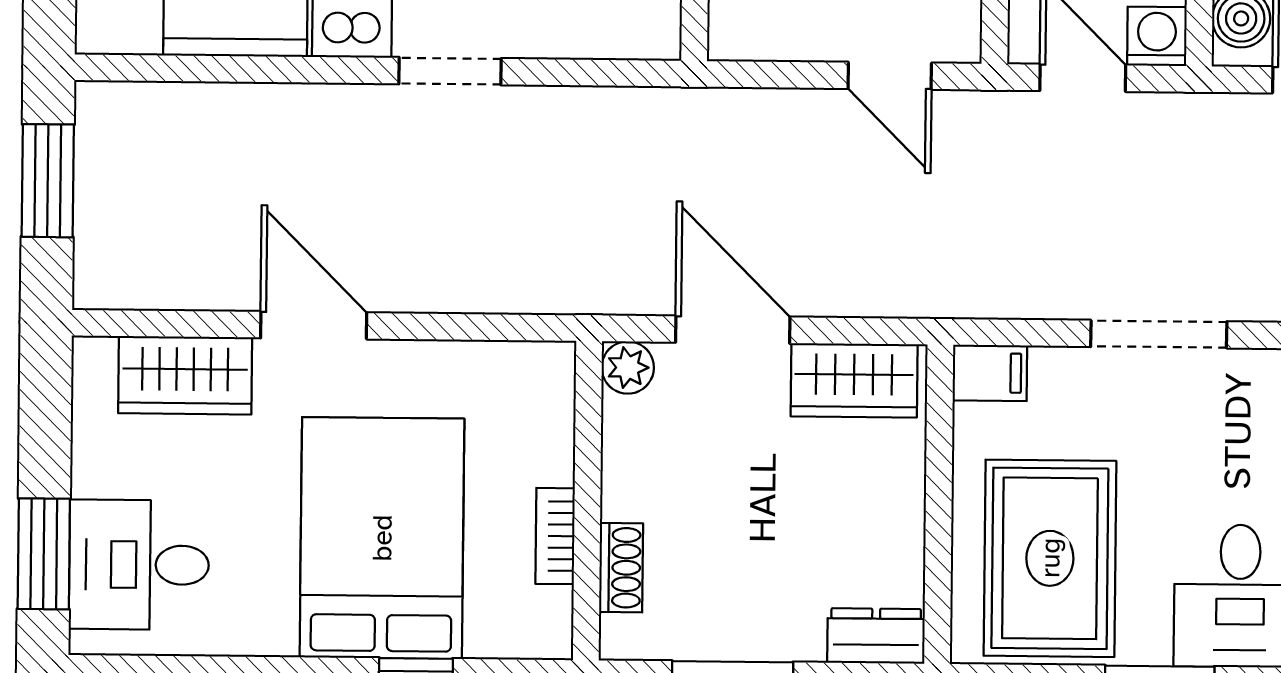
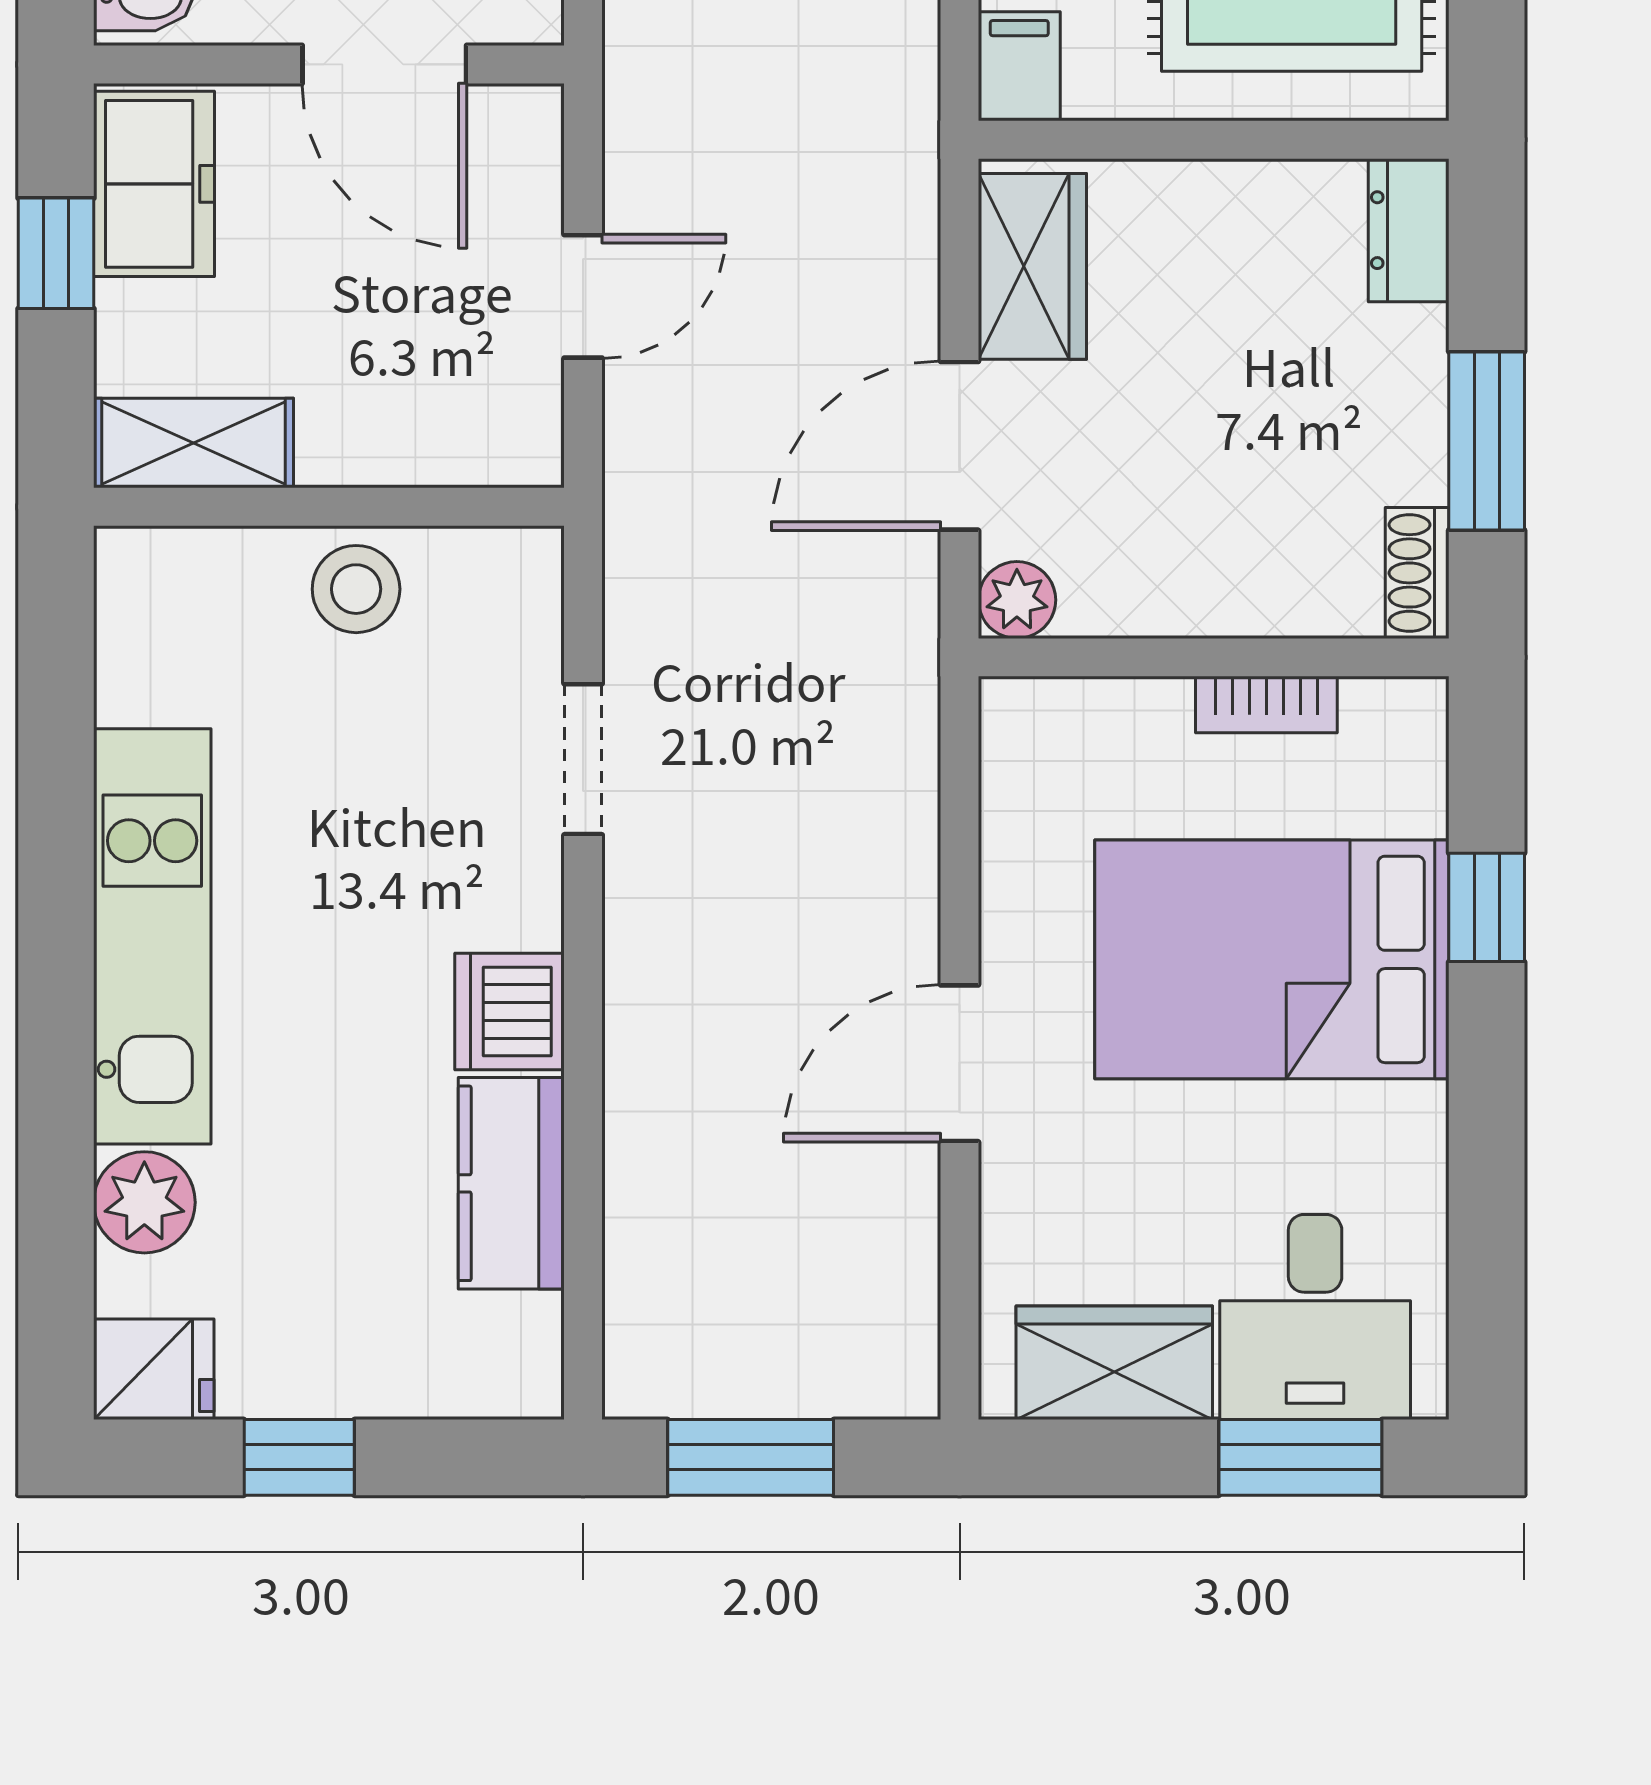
doorway: (450, 71) -> (583, 759), moved
door: (890, 76) -> (583, 296), moved
wardrobe: (185, 375) -> (1114, 1363), moved, turned -90
shoe rack: (621, 568) -> (1417, 573), moved, turned -90

